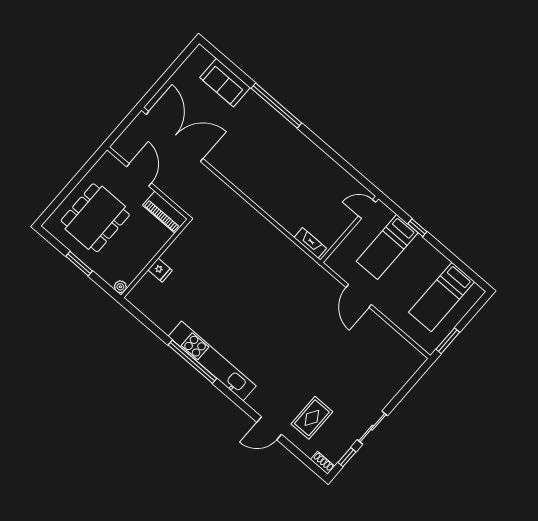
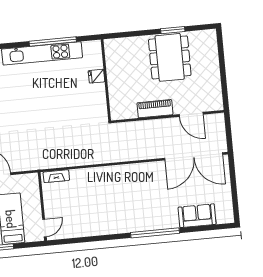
dining table: (95, 218) -> (170, 57), moved
wall: (155, 258) -> (106, 80), moved
fridge: (160, 270) -> (96, 76), moved
plant: (120, 287) -> (136, 41), removed

